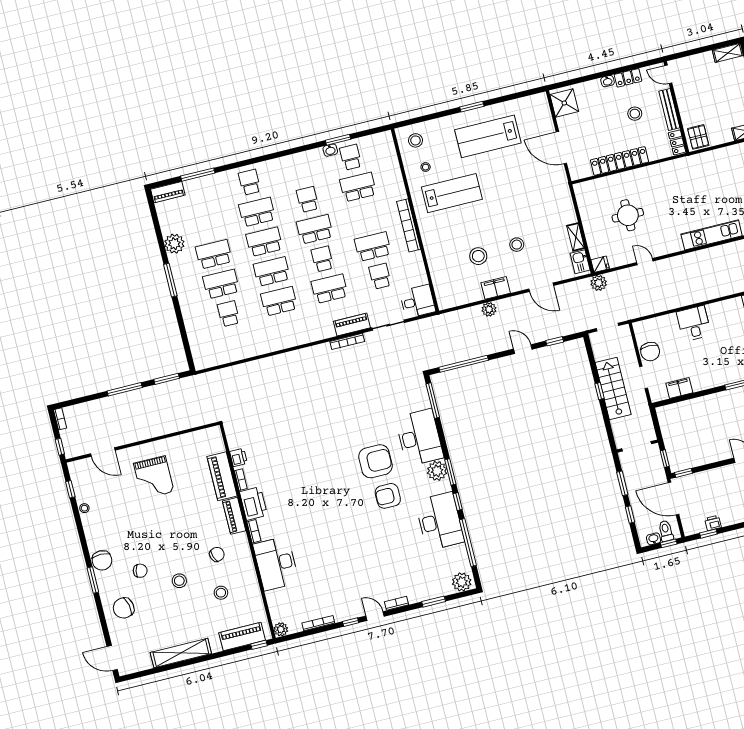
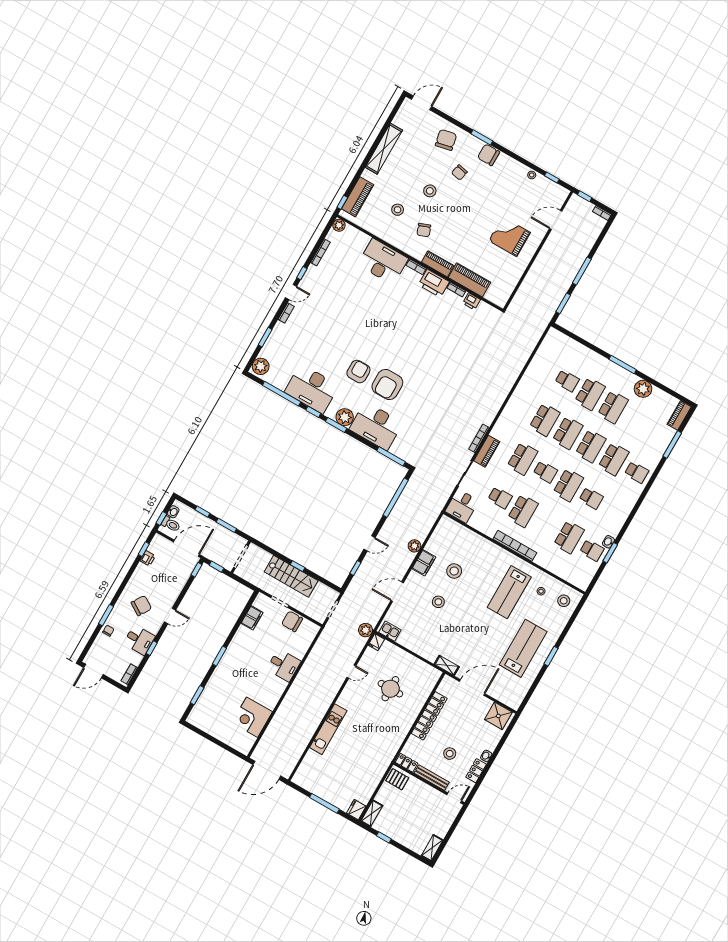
shelving: (576, 237) -> (447, 665), moved

